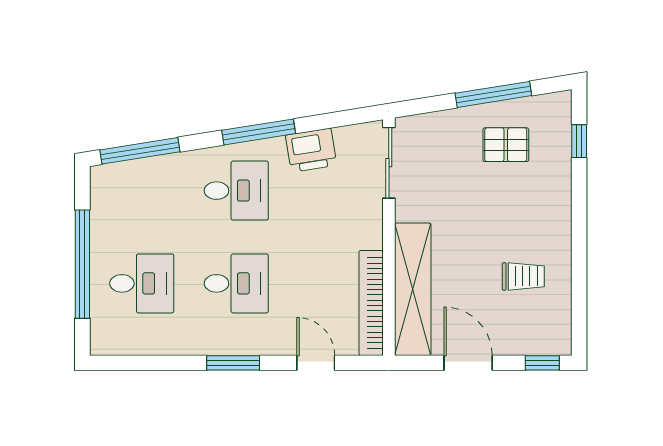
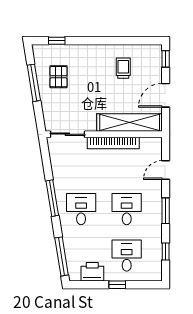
printer: (311, 150) -> (92, 272), moved, turned -81
window: (82, 264) -> (117, 285), width x0.32
bookcase: (371, 303) -> (113, 143), moved
window: (150, 363) -> (166, 252), added

